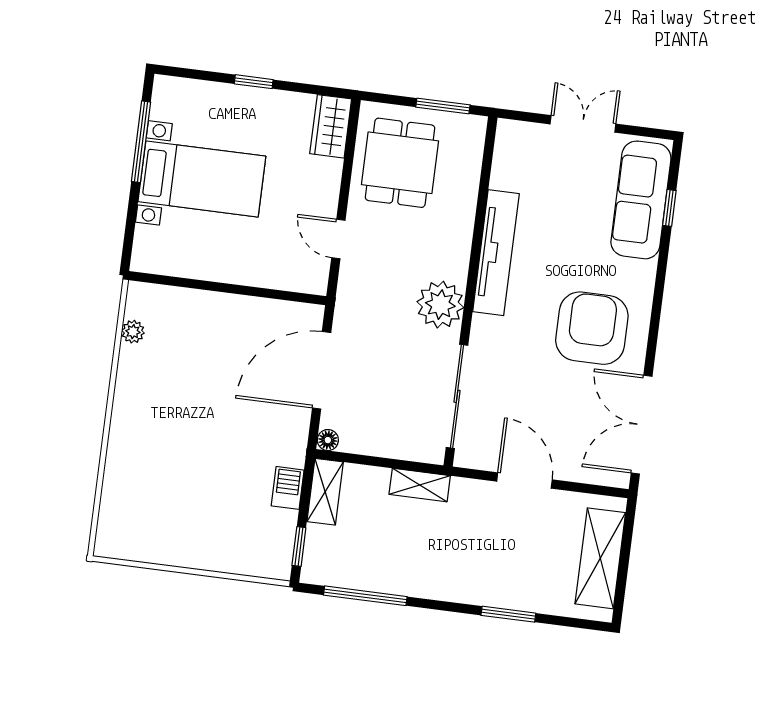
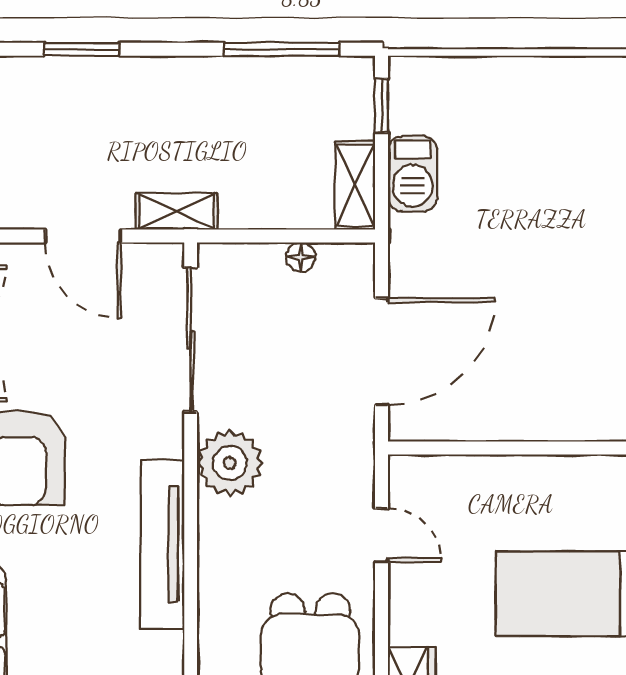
floor lamp: (328, 440) -> (301, 257), moved
shelving: (420, 485) -> (176, 211), moved
barbecue: (288, 488) -> (413, 174), width x1.38, depth x1.27

